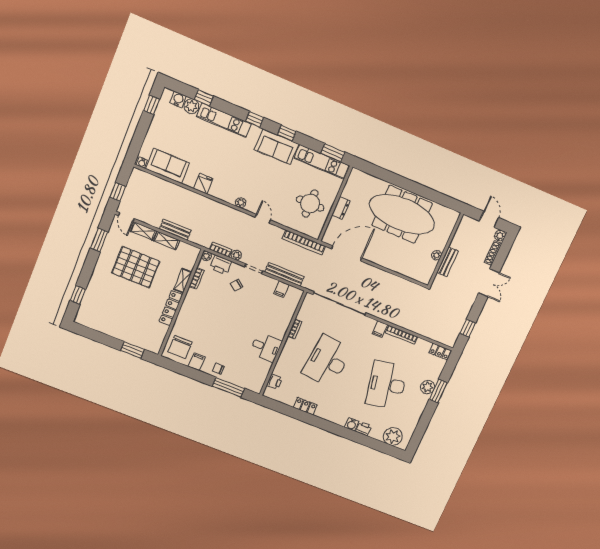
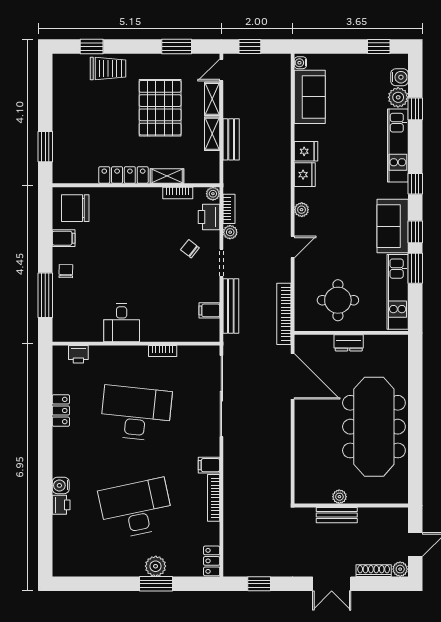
window: (333, 153) -> (415, 268), moved
fridge: (218, 191) -> (305, 175), added
trolley: (97, 290) -> (108, 68), added
plant: (393, 436) -> (66, 550), removed

